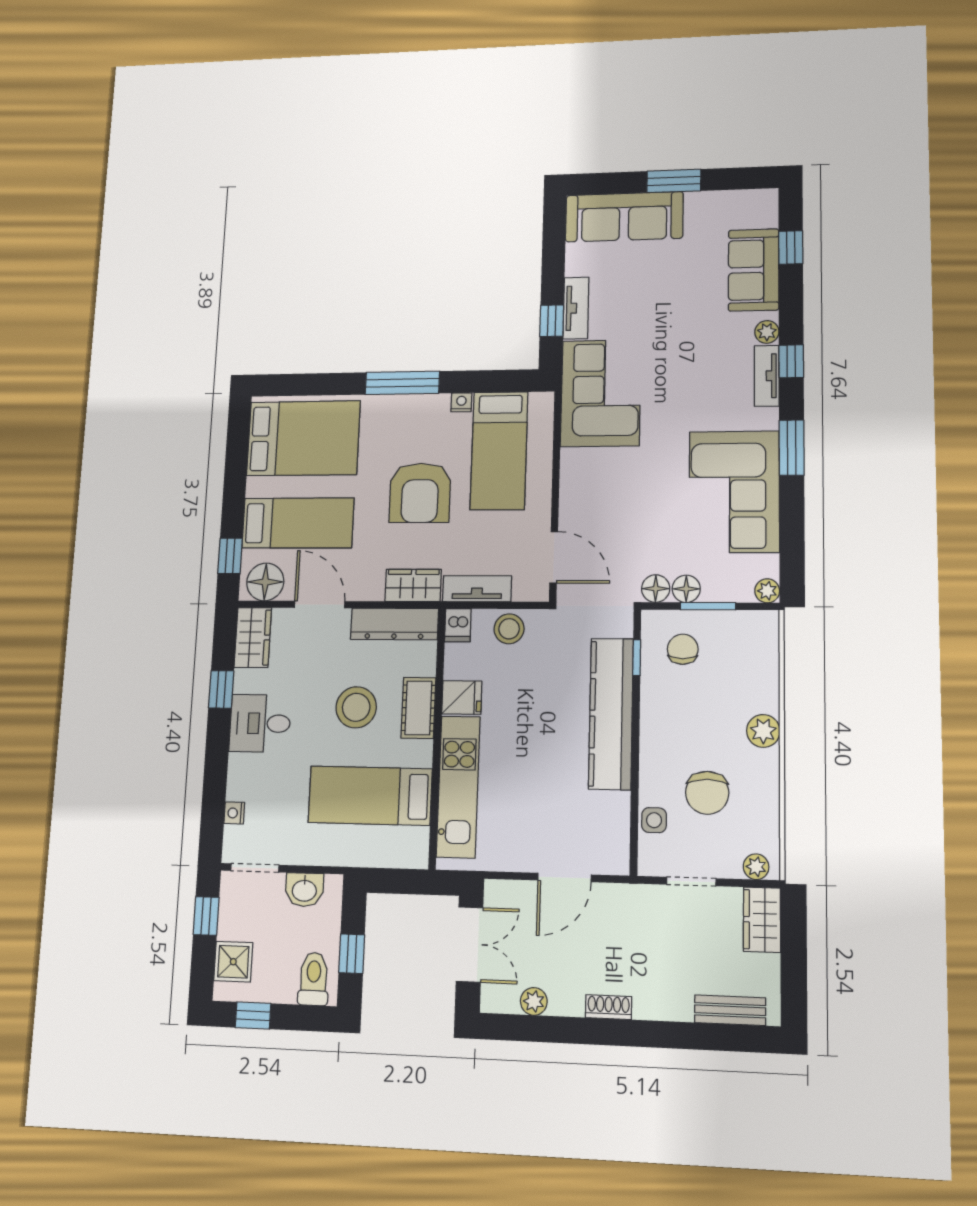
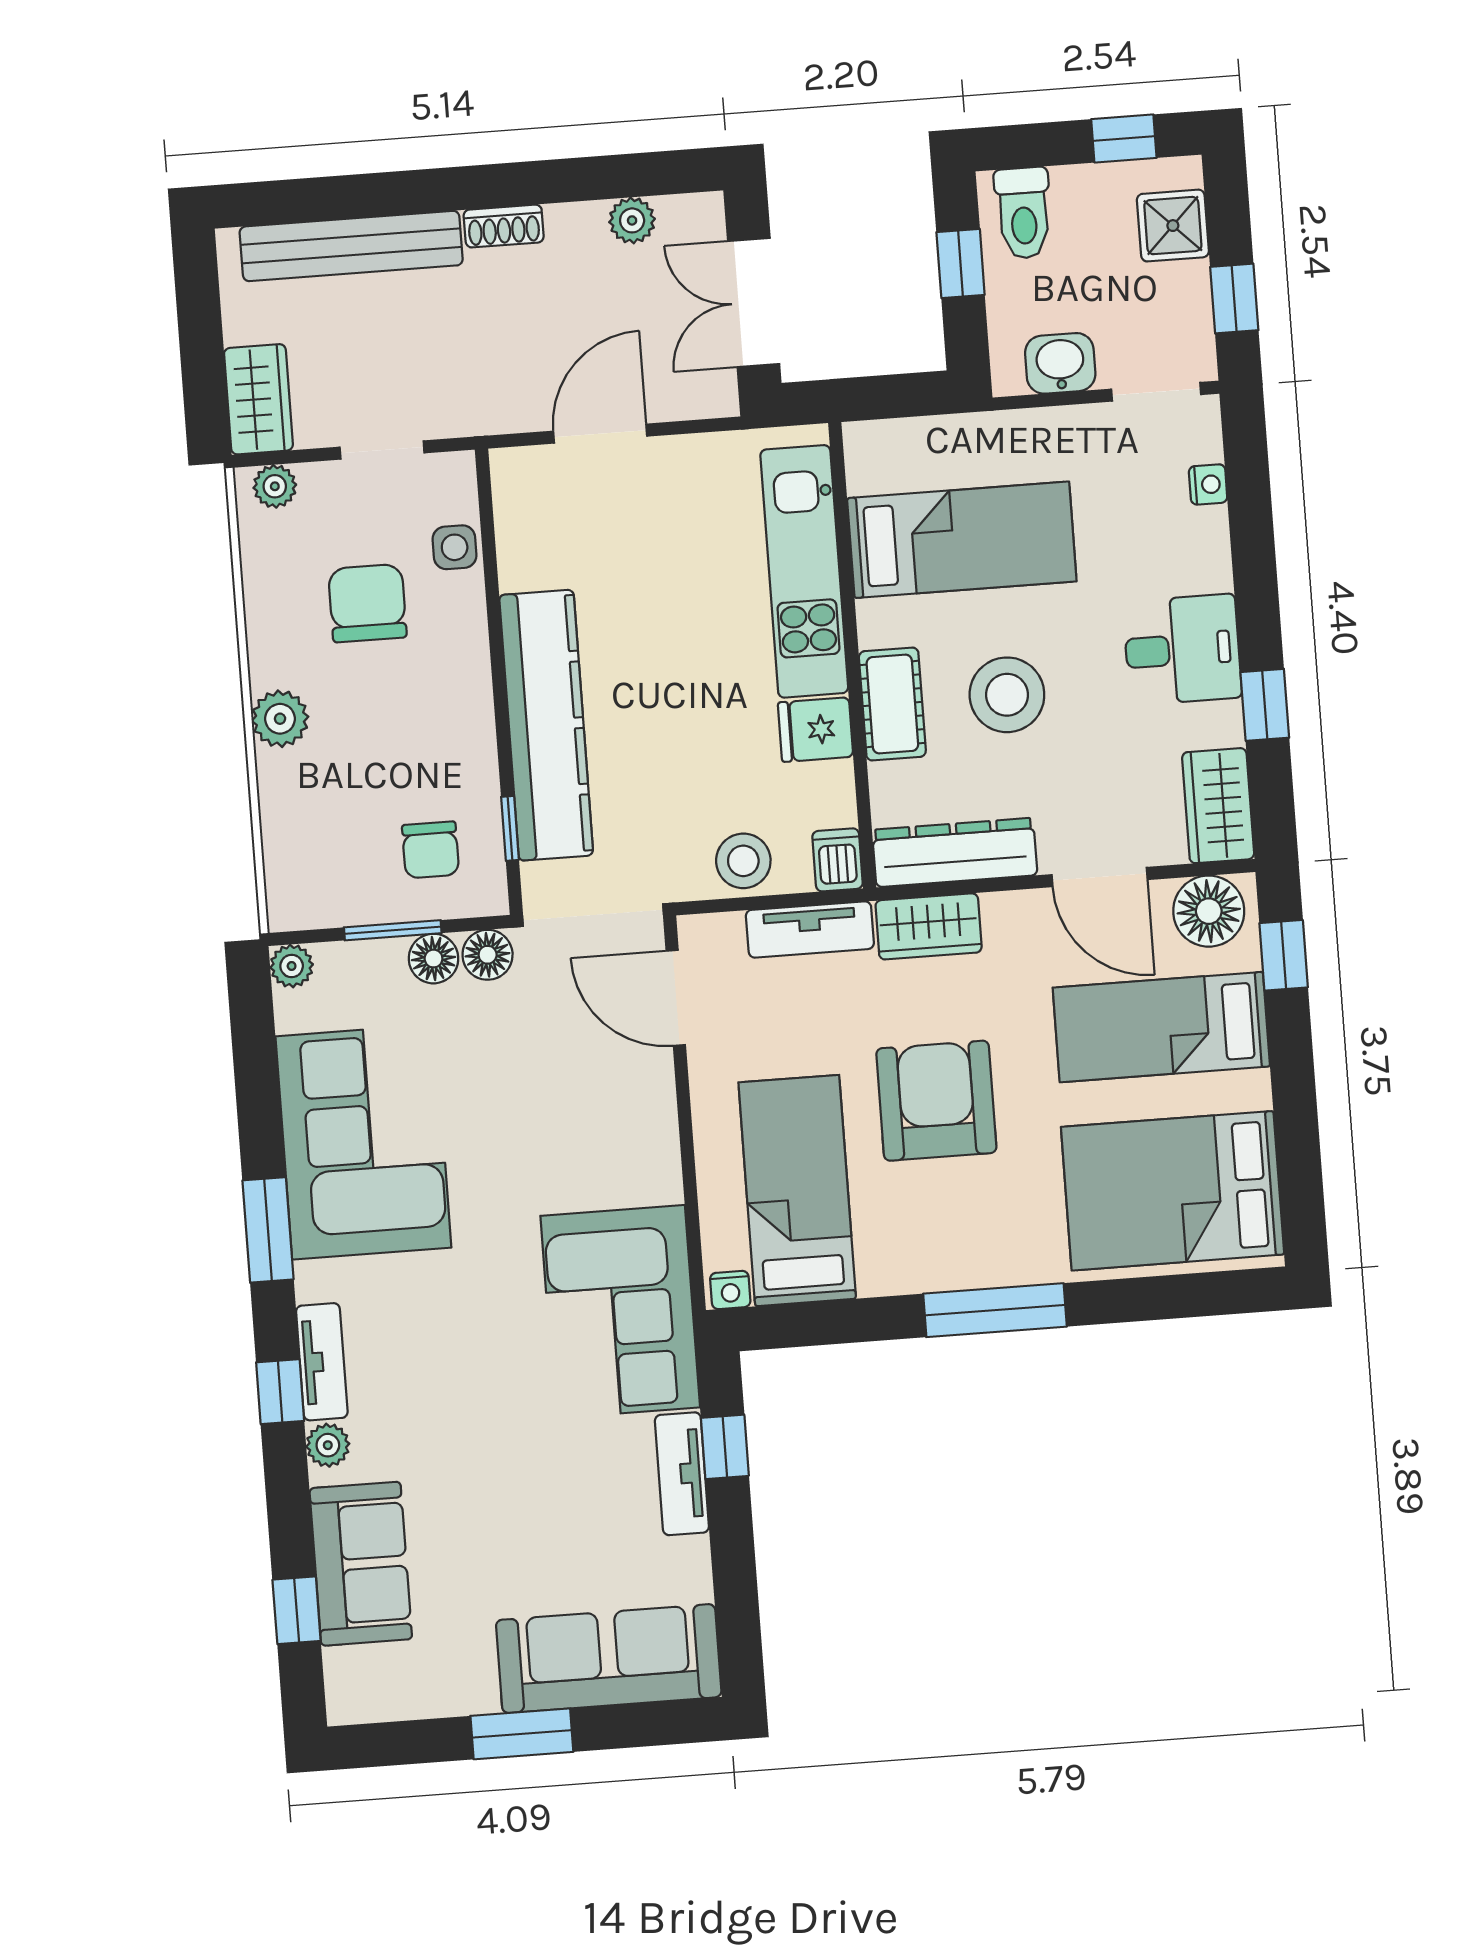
nightstand: (461, 402) -> (730, 1290), moved
bench: (730, 1010) -> (351, 246), width x1.86, depth x1.21

